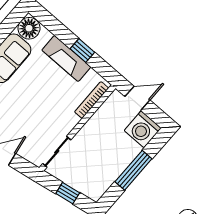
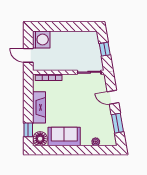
window: (82, 50) -> (28, 130), moved
window: (133, 170) -> (65, 27), removed

